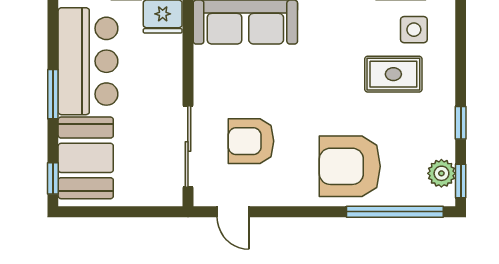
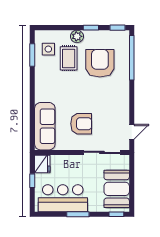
armchair: (251, 141) -> (81, 124), moved, turned -90
booth: (86, 158) -> (117, 189), moved, turned 90
armchair: (350, 166) -> (100, 63), moved, turned 180
plant: (441, 173) -> (77, 36), moved

